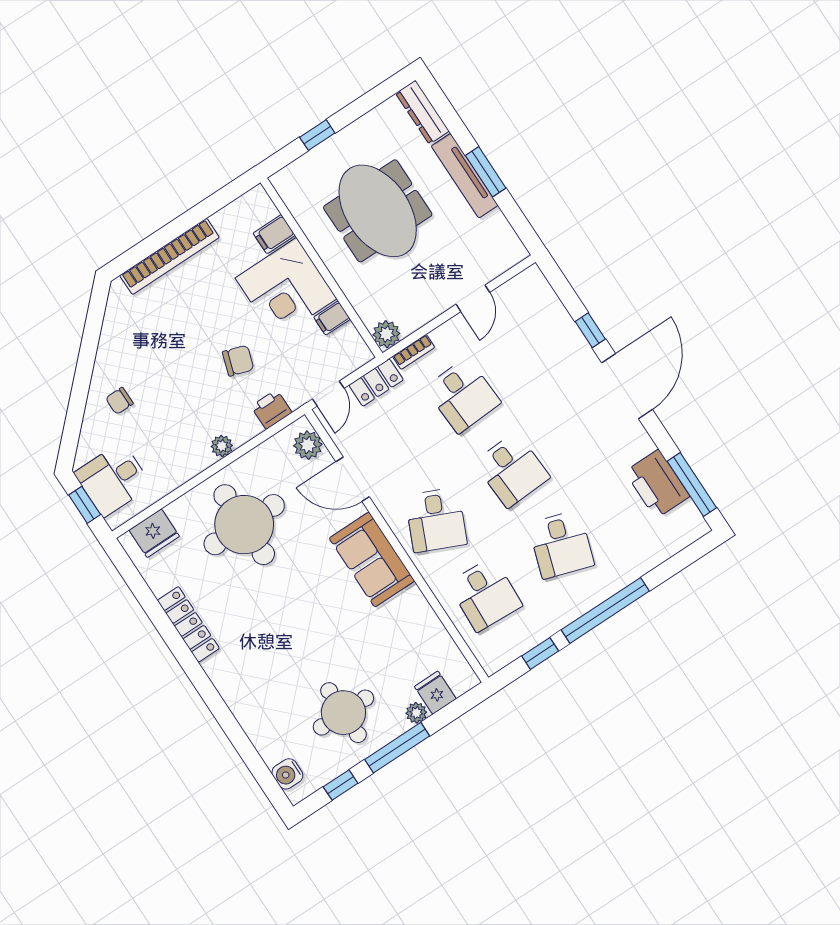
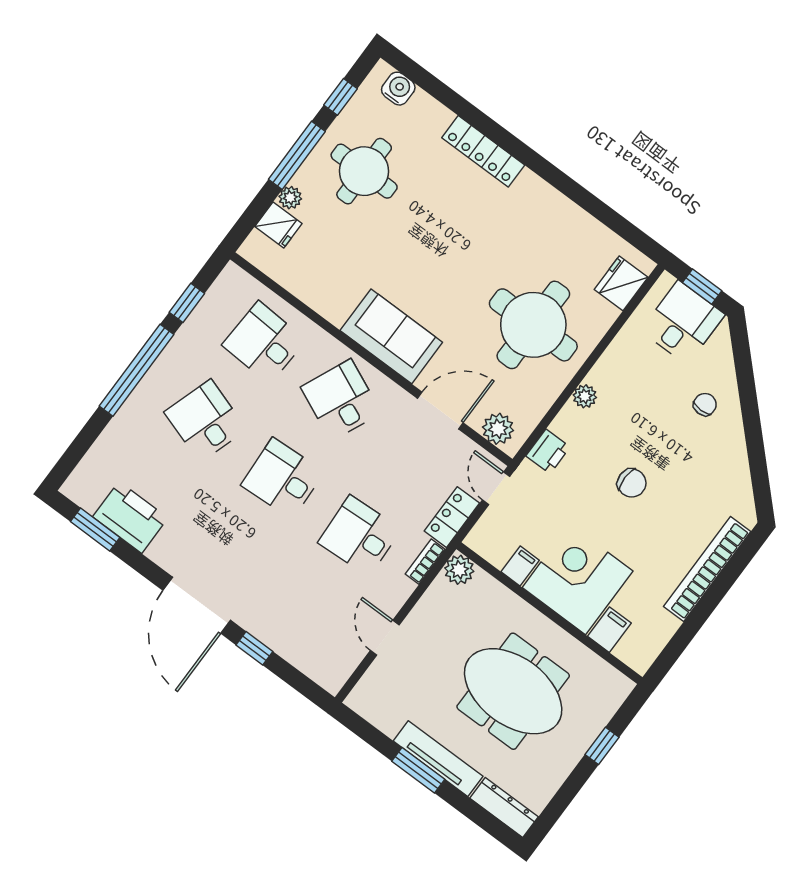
chair: (238, 361) -> (632, 483), moved, turned -108
window: (692, 484) -> (95, 529), width x0.69
locker: (188, 624) -> (483, 151), moved

